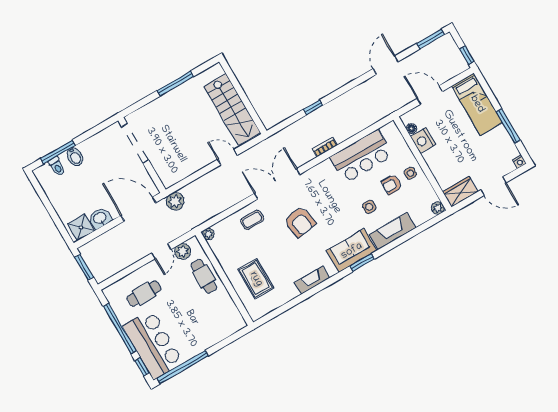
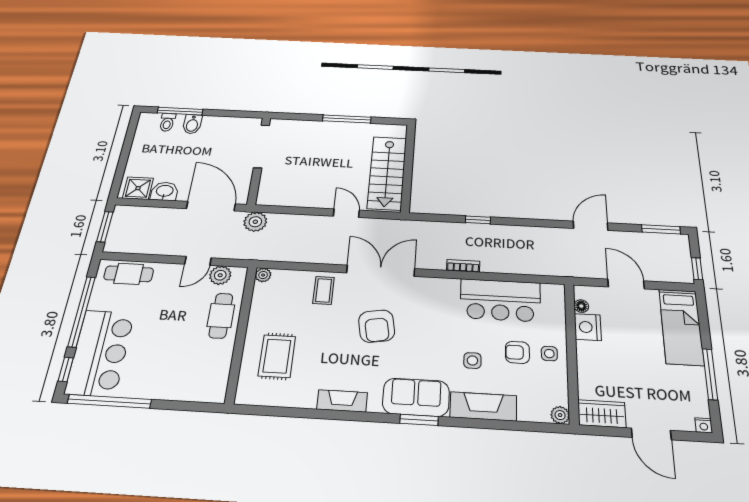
coffee table: (252, 220) -> (324, 290), turned 90
cafe table: (144, 293) -> (129, 274), moved

